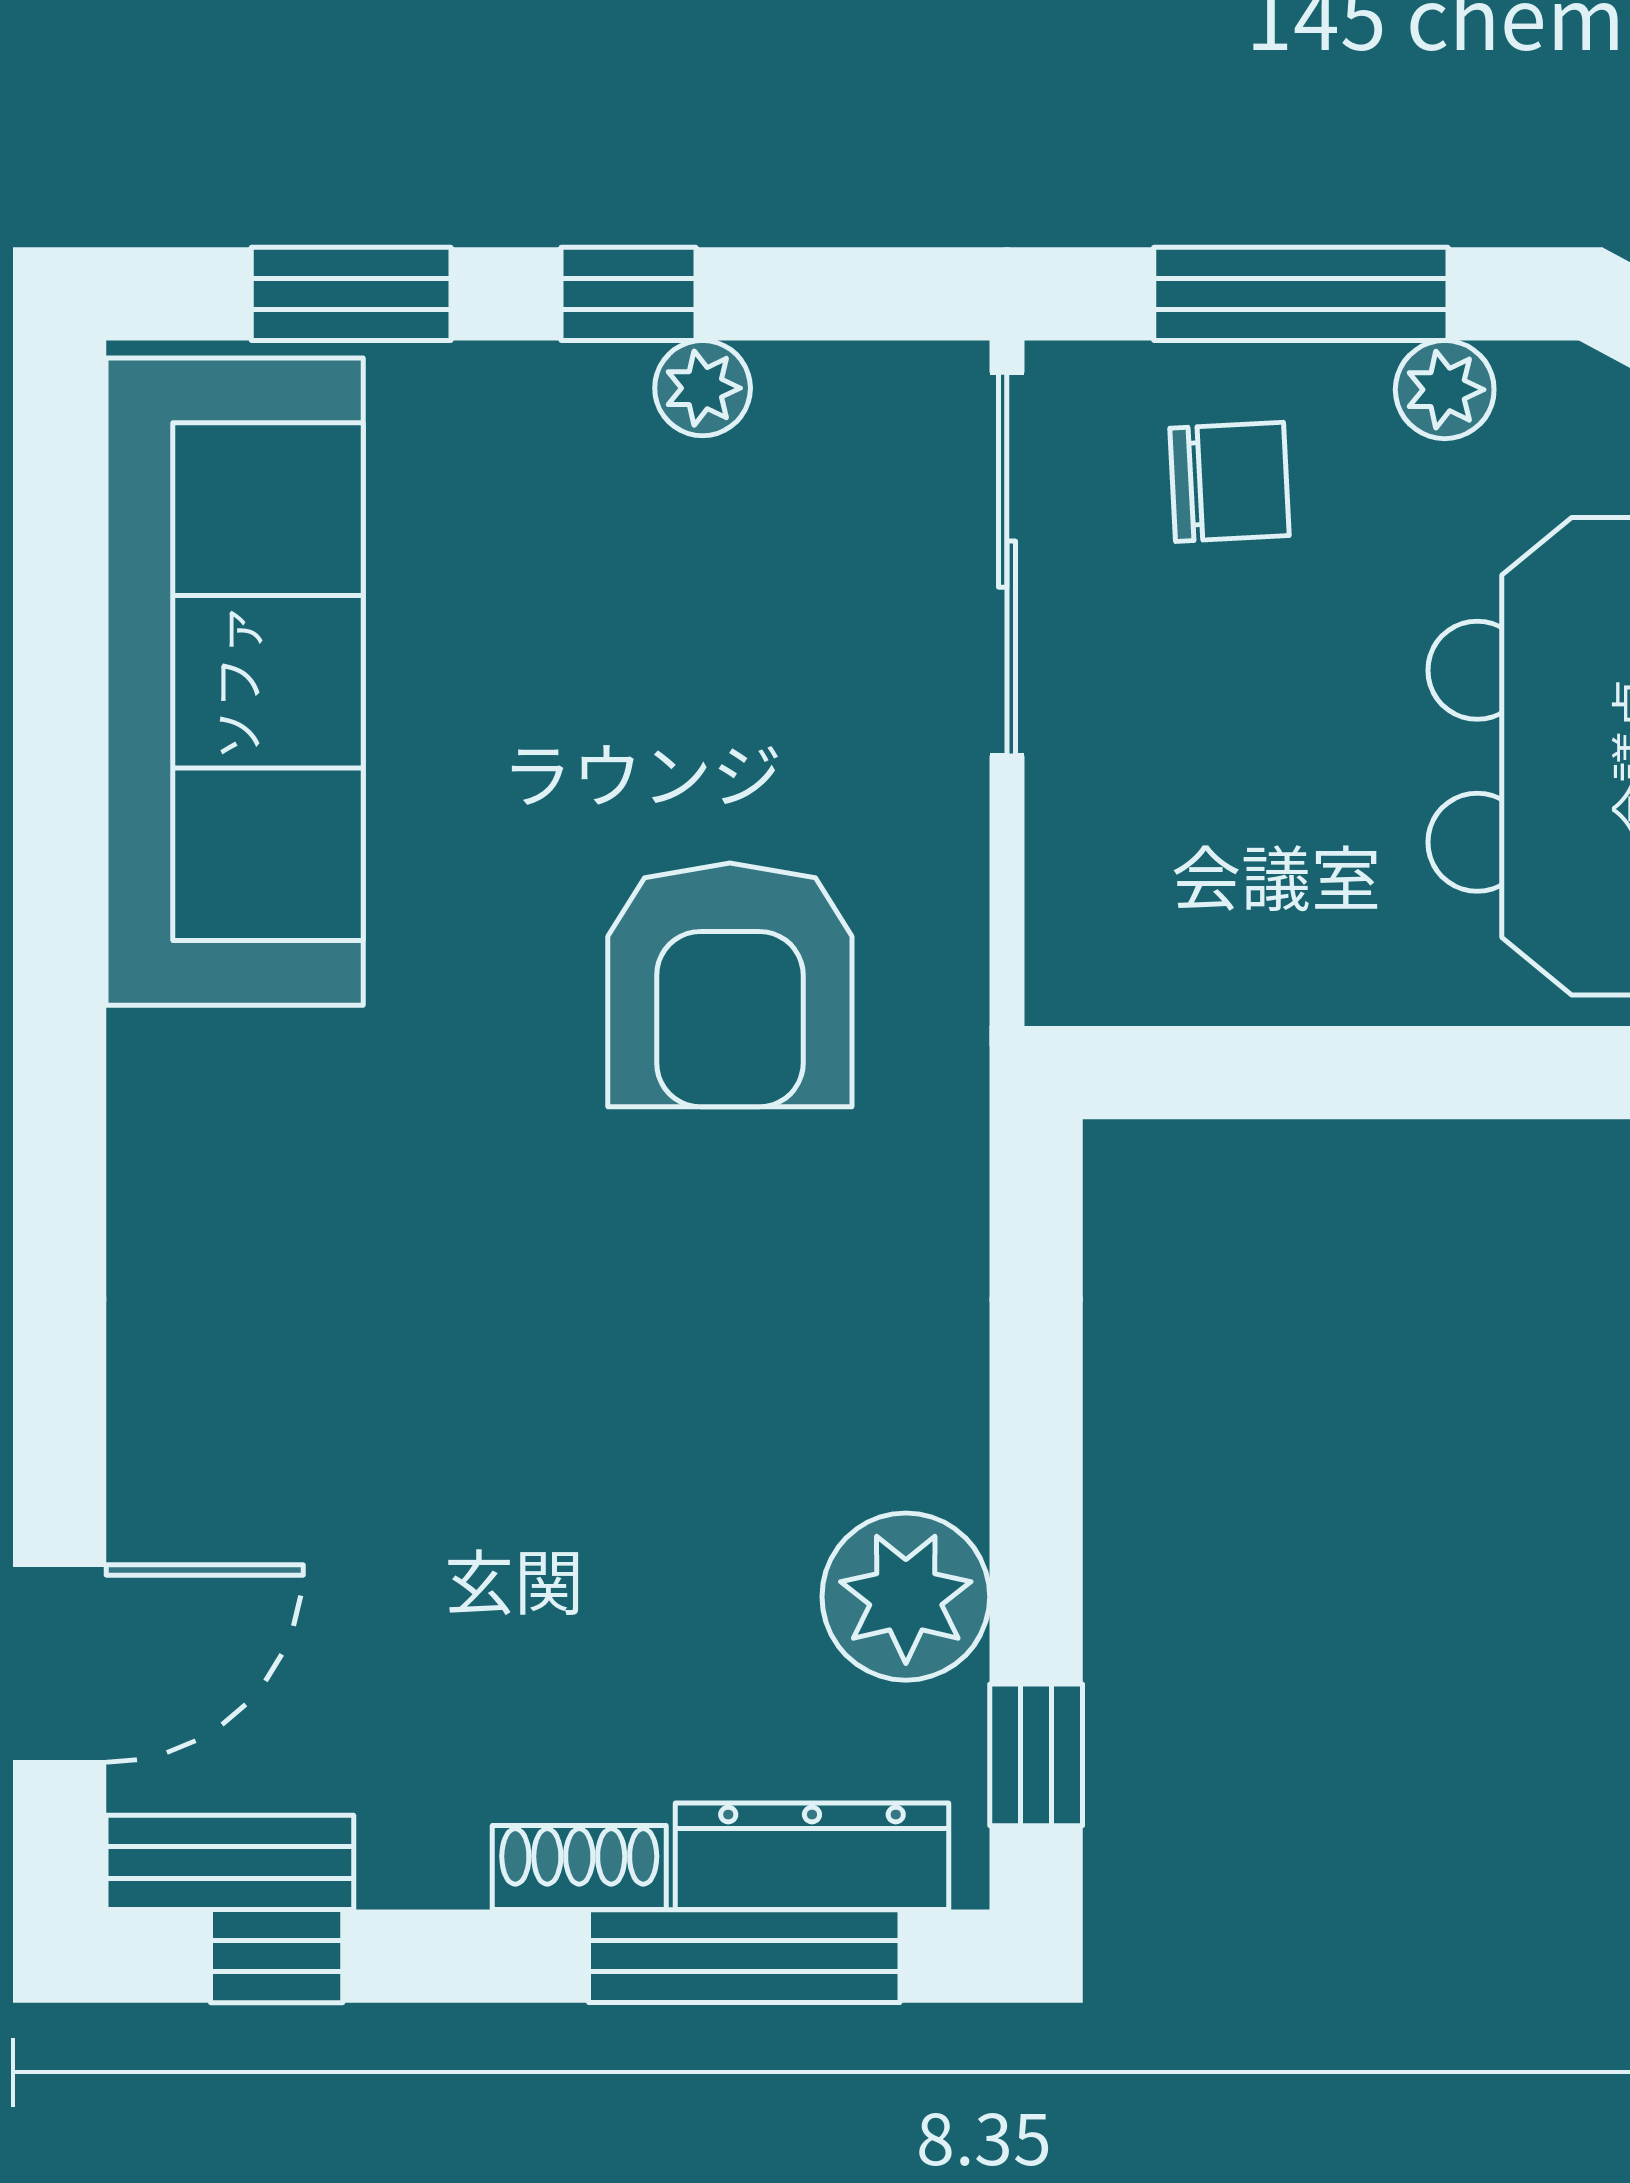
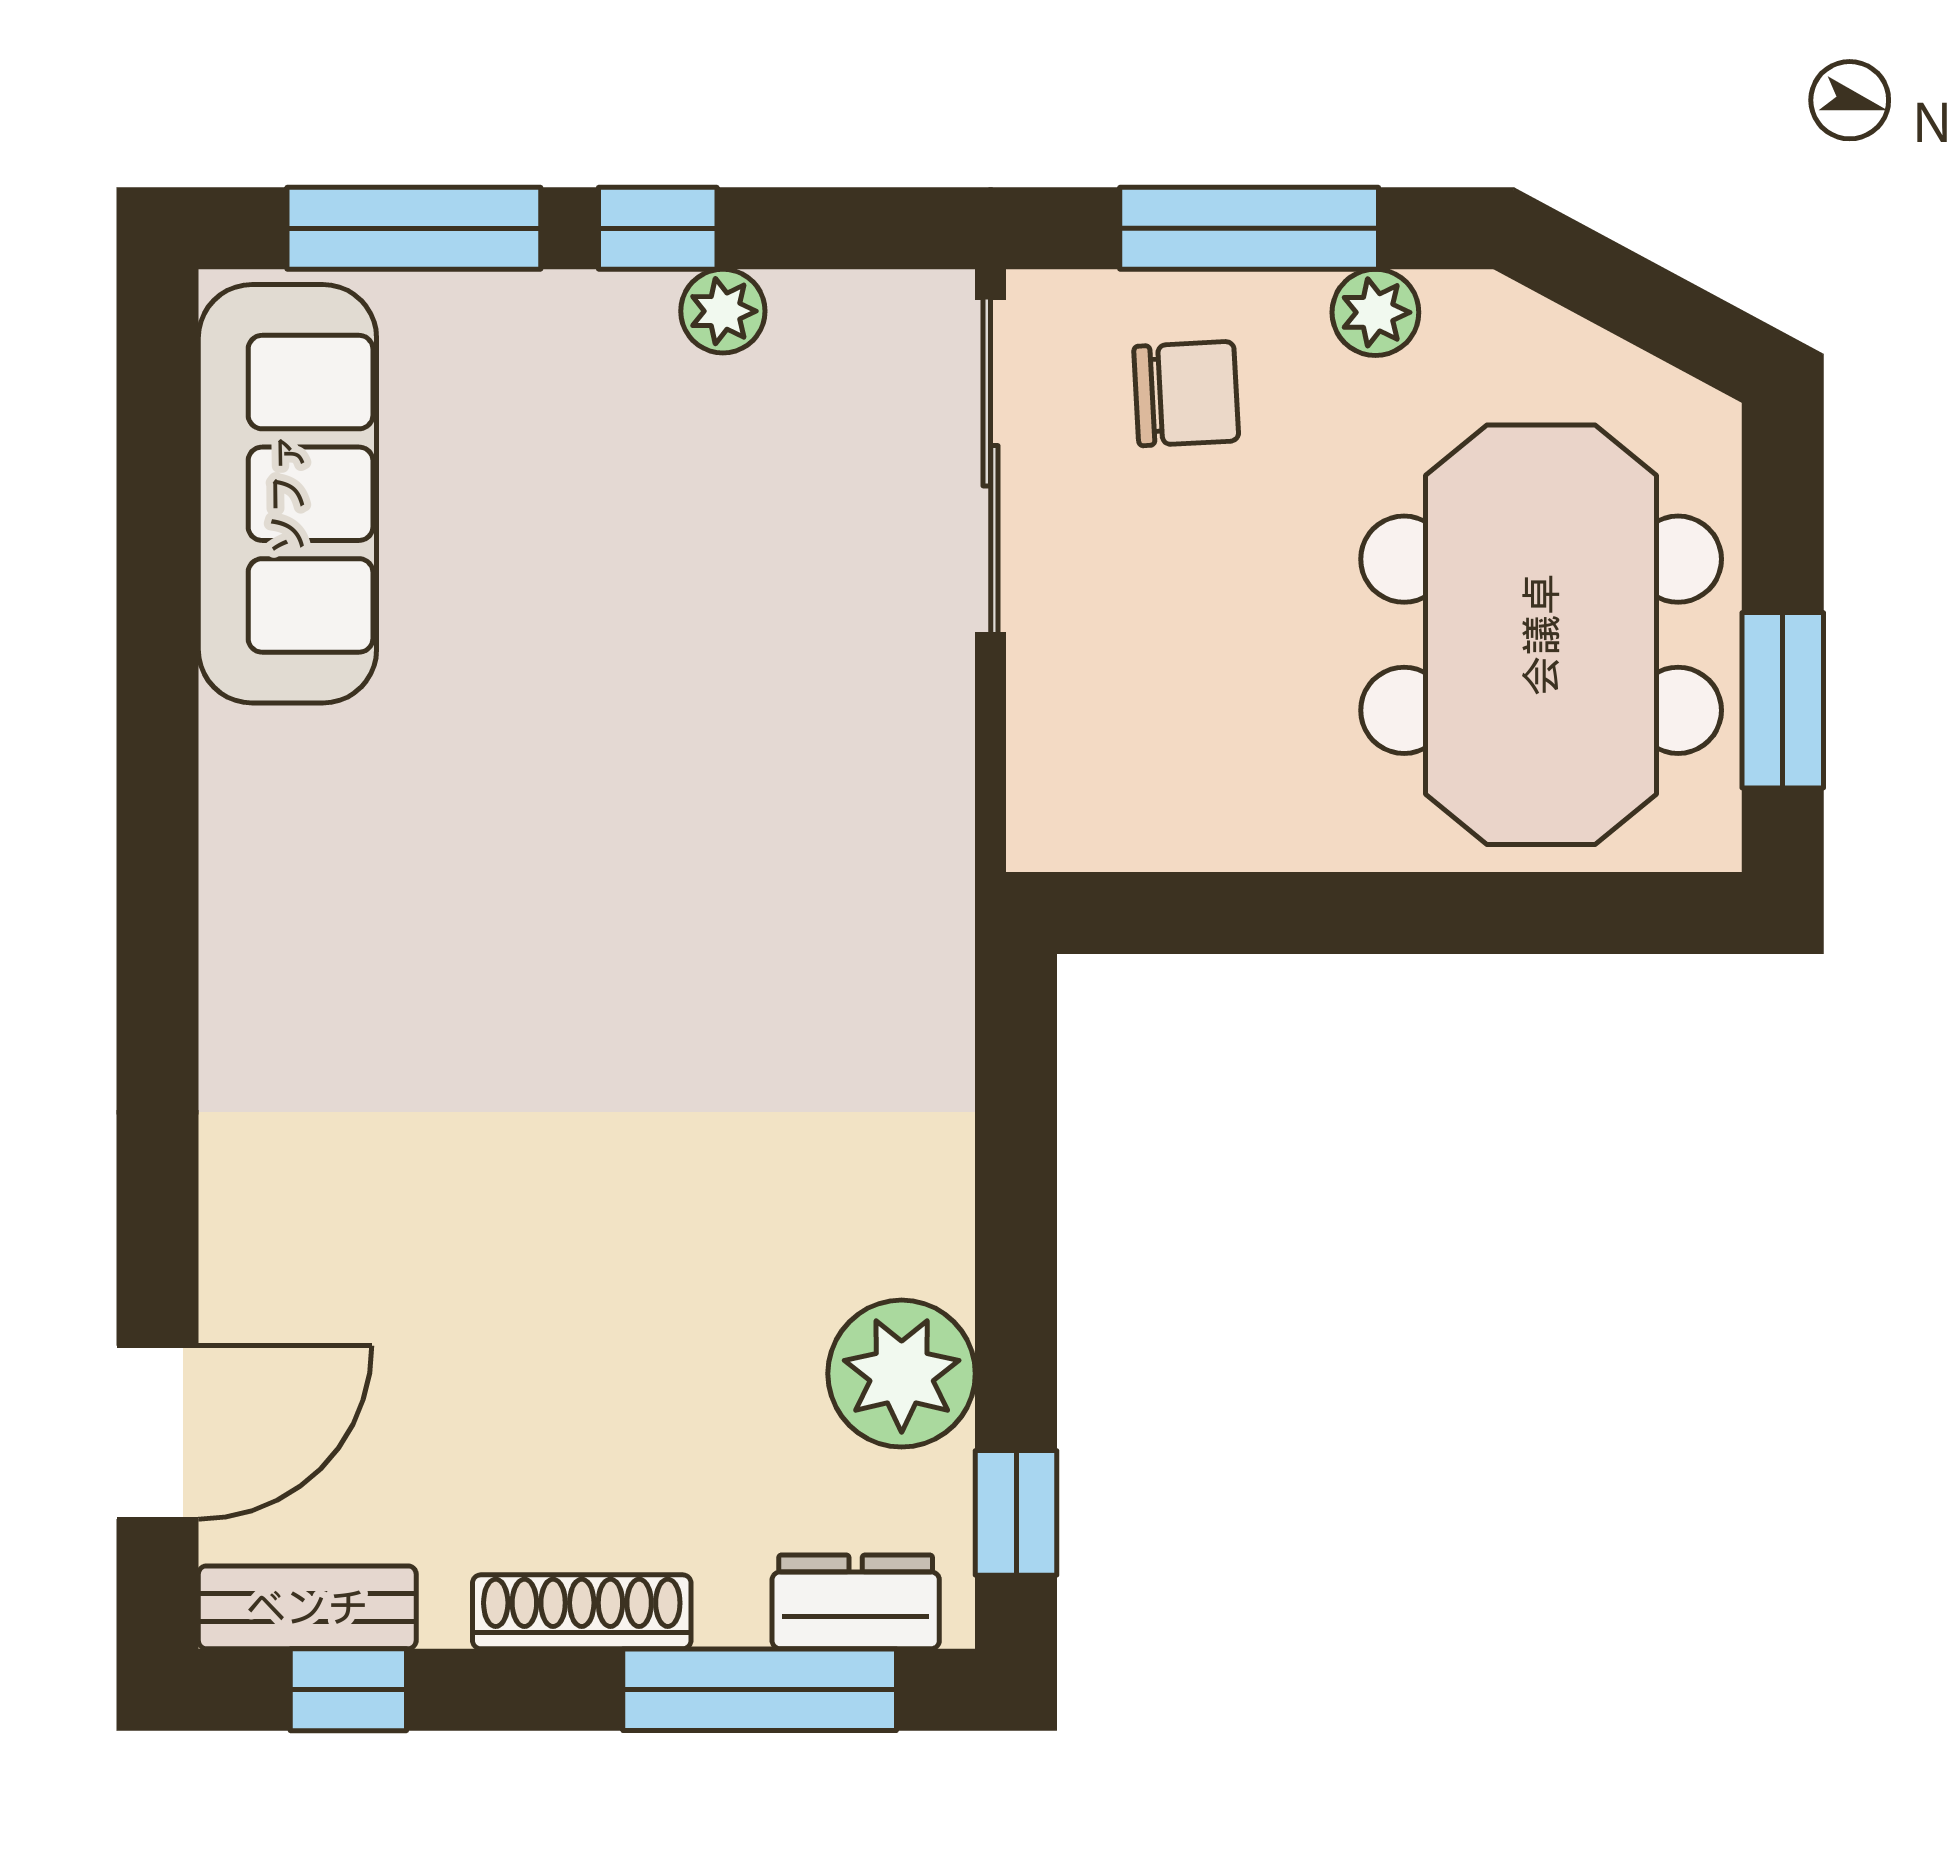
window: (351, 294) -> (414, 228), width x1.44
sofa: (235, 682) -> (287, 494), width x0.74, depth x0.79
armchair: (730, 985) -> (747, 836), removed
dresser: (812, 1856) -> (856, 1602), width x0.70
shoe rack: (579, 1867) -> (582, 1612), width x1.43

